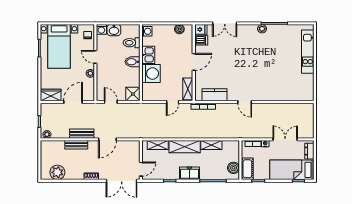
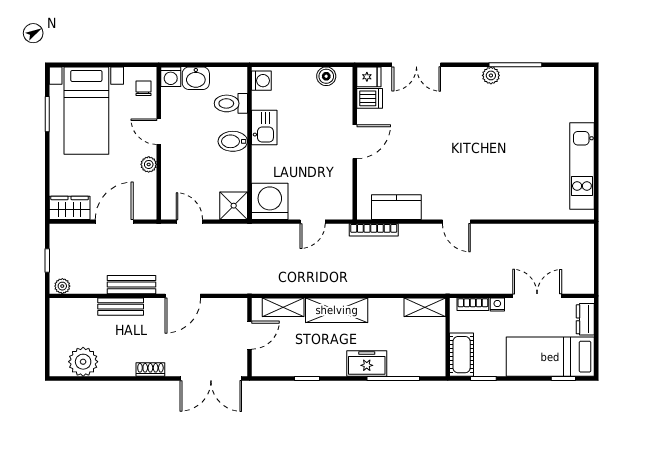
kitchen unit: (308, 52) -> (582, 166), moved
washing machine: (151, 74) -> (270, 201), moved, turned -90
shelving: (188, 89) -> (343, 195), removed
shelving: (211, 145) -> (425, 307), moved
boiler: (233, 168) -> (434, 353), removed
door: (141, 169) -> (250, 335), moved
freezer: (189, 173) -> (367, 364), moved

